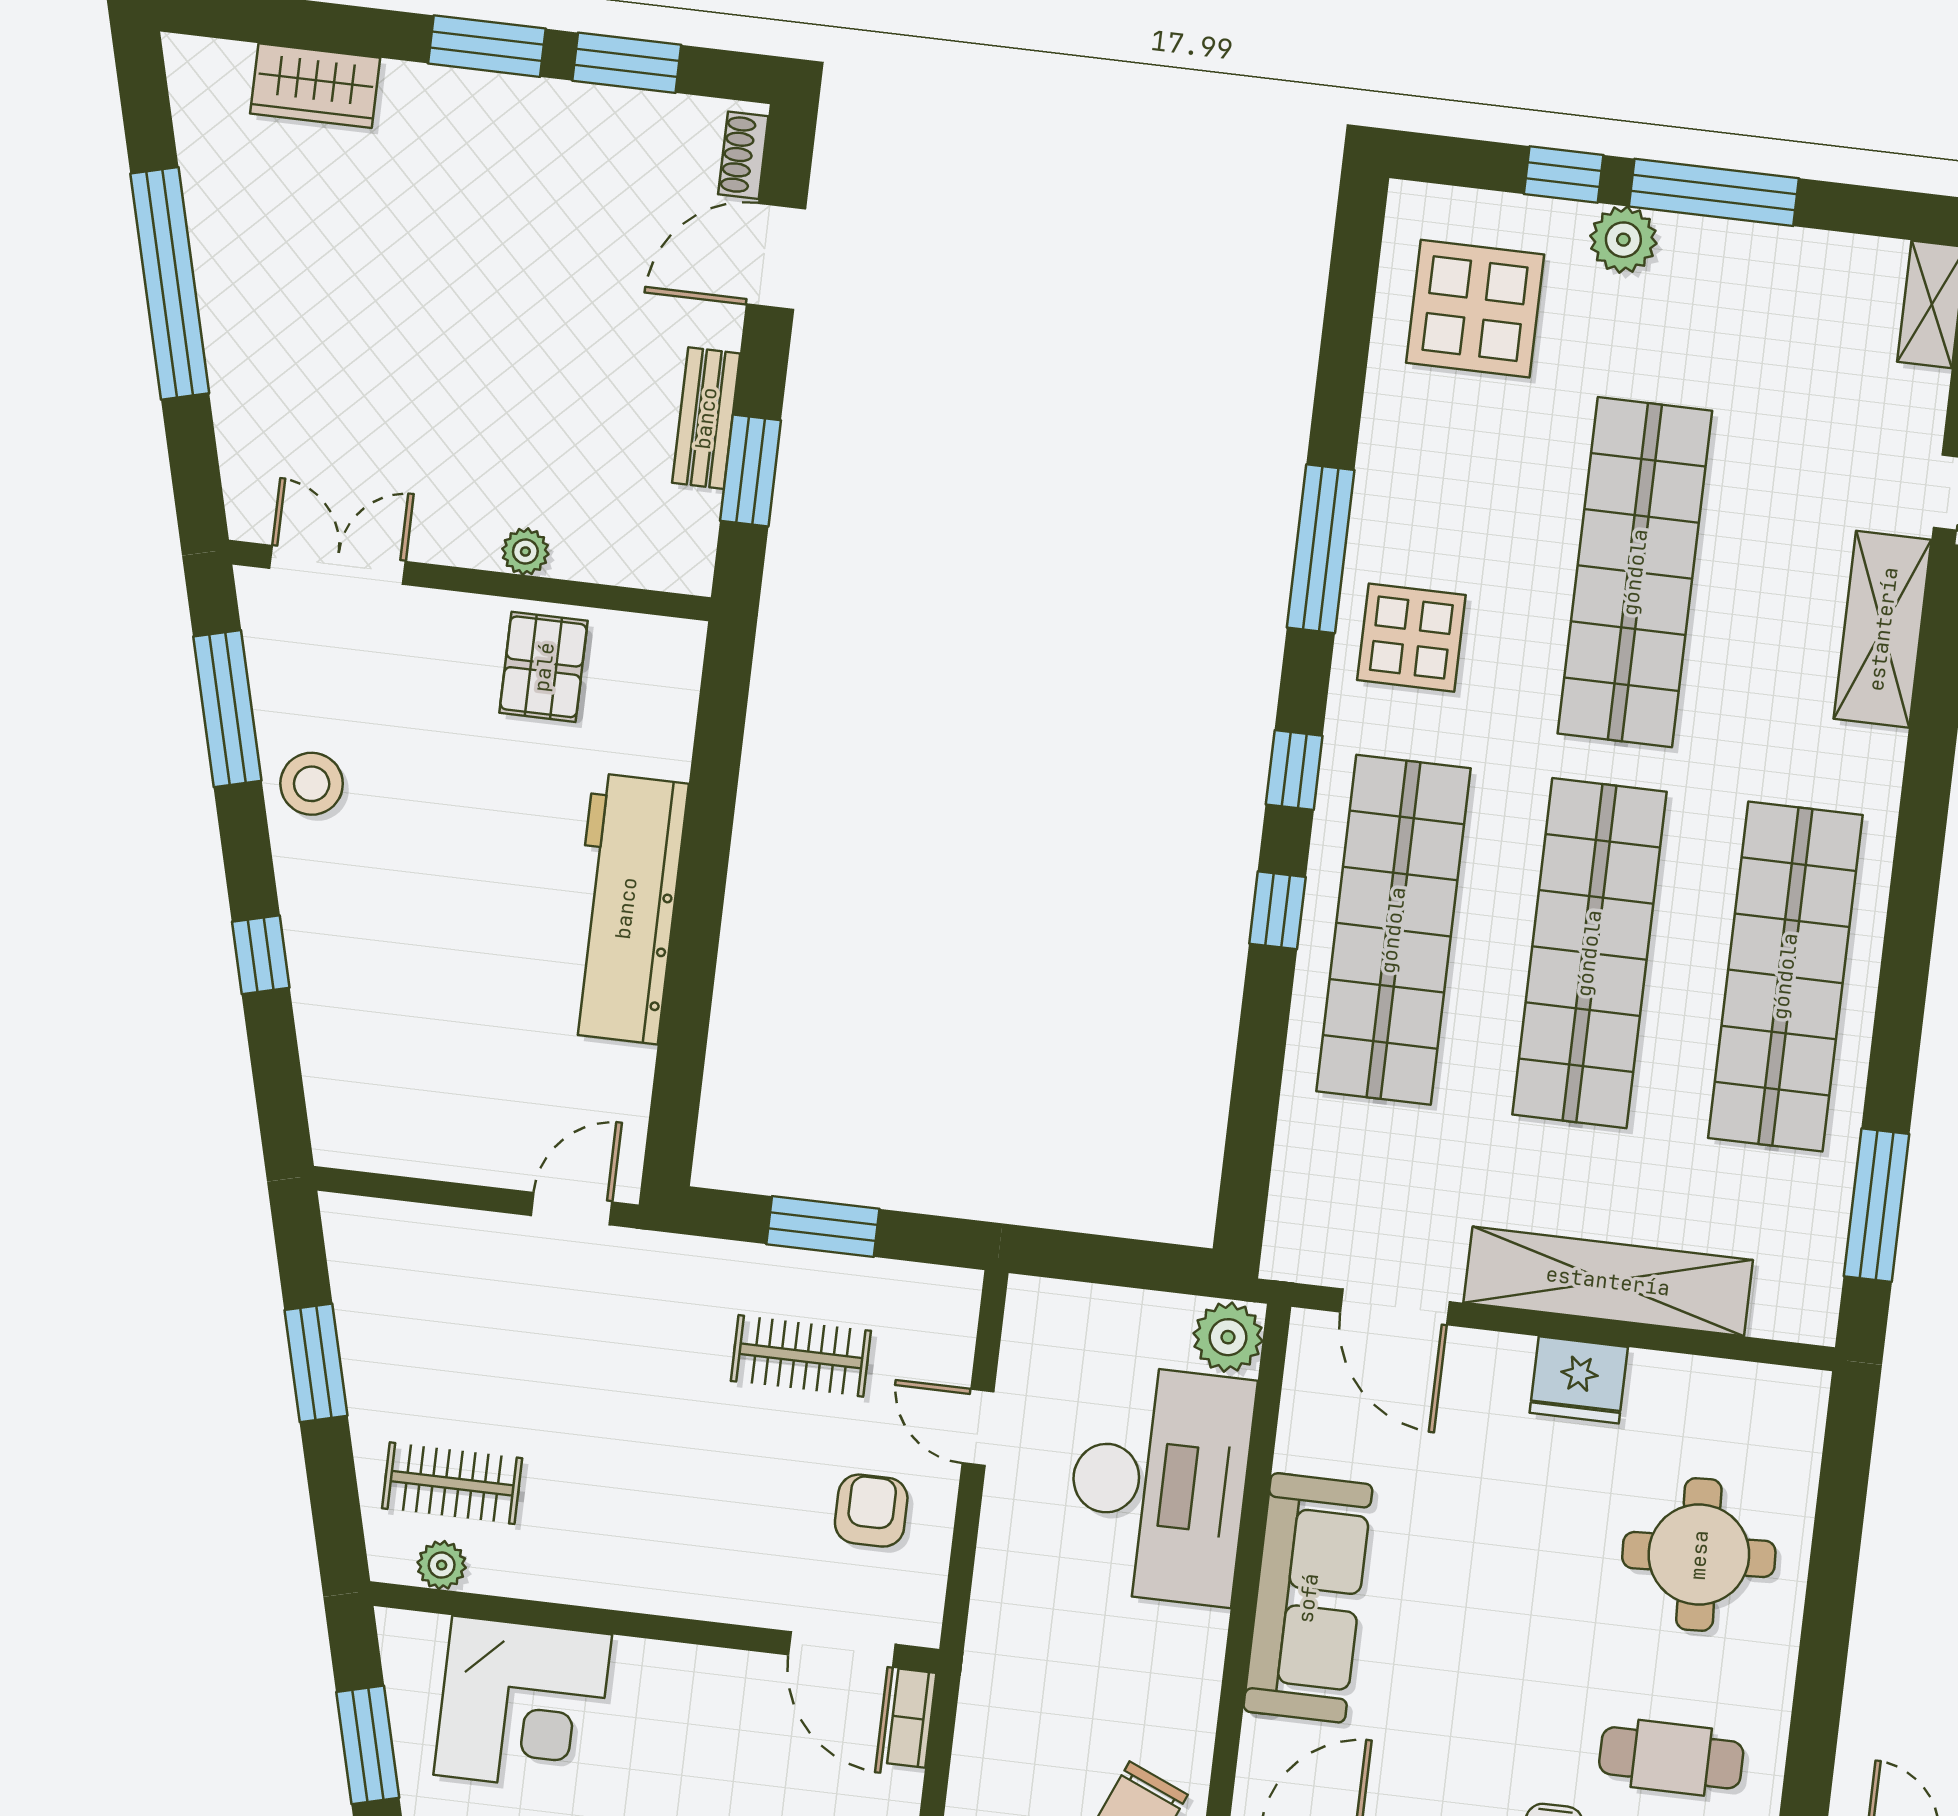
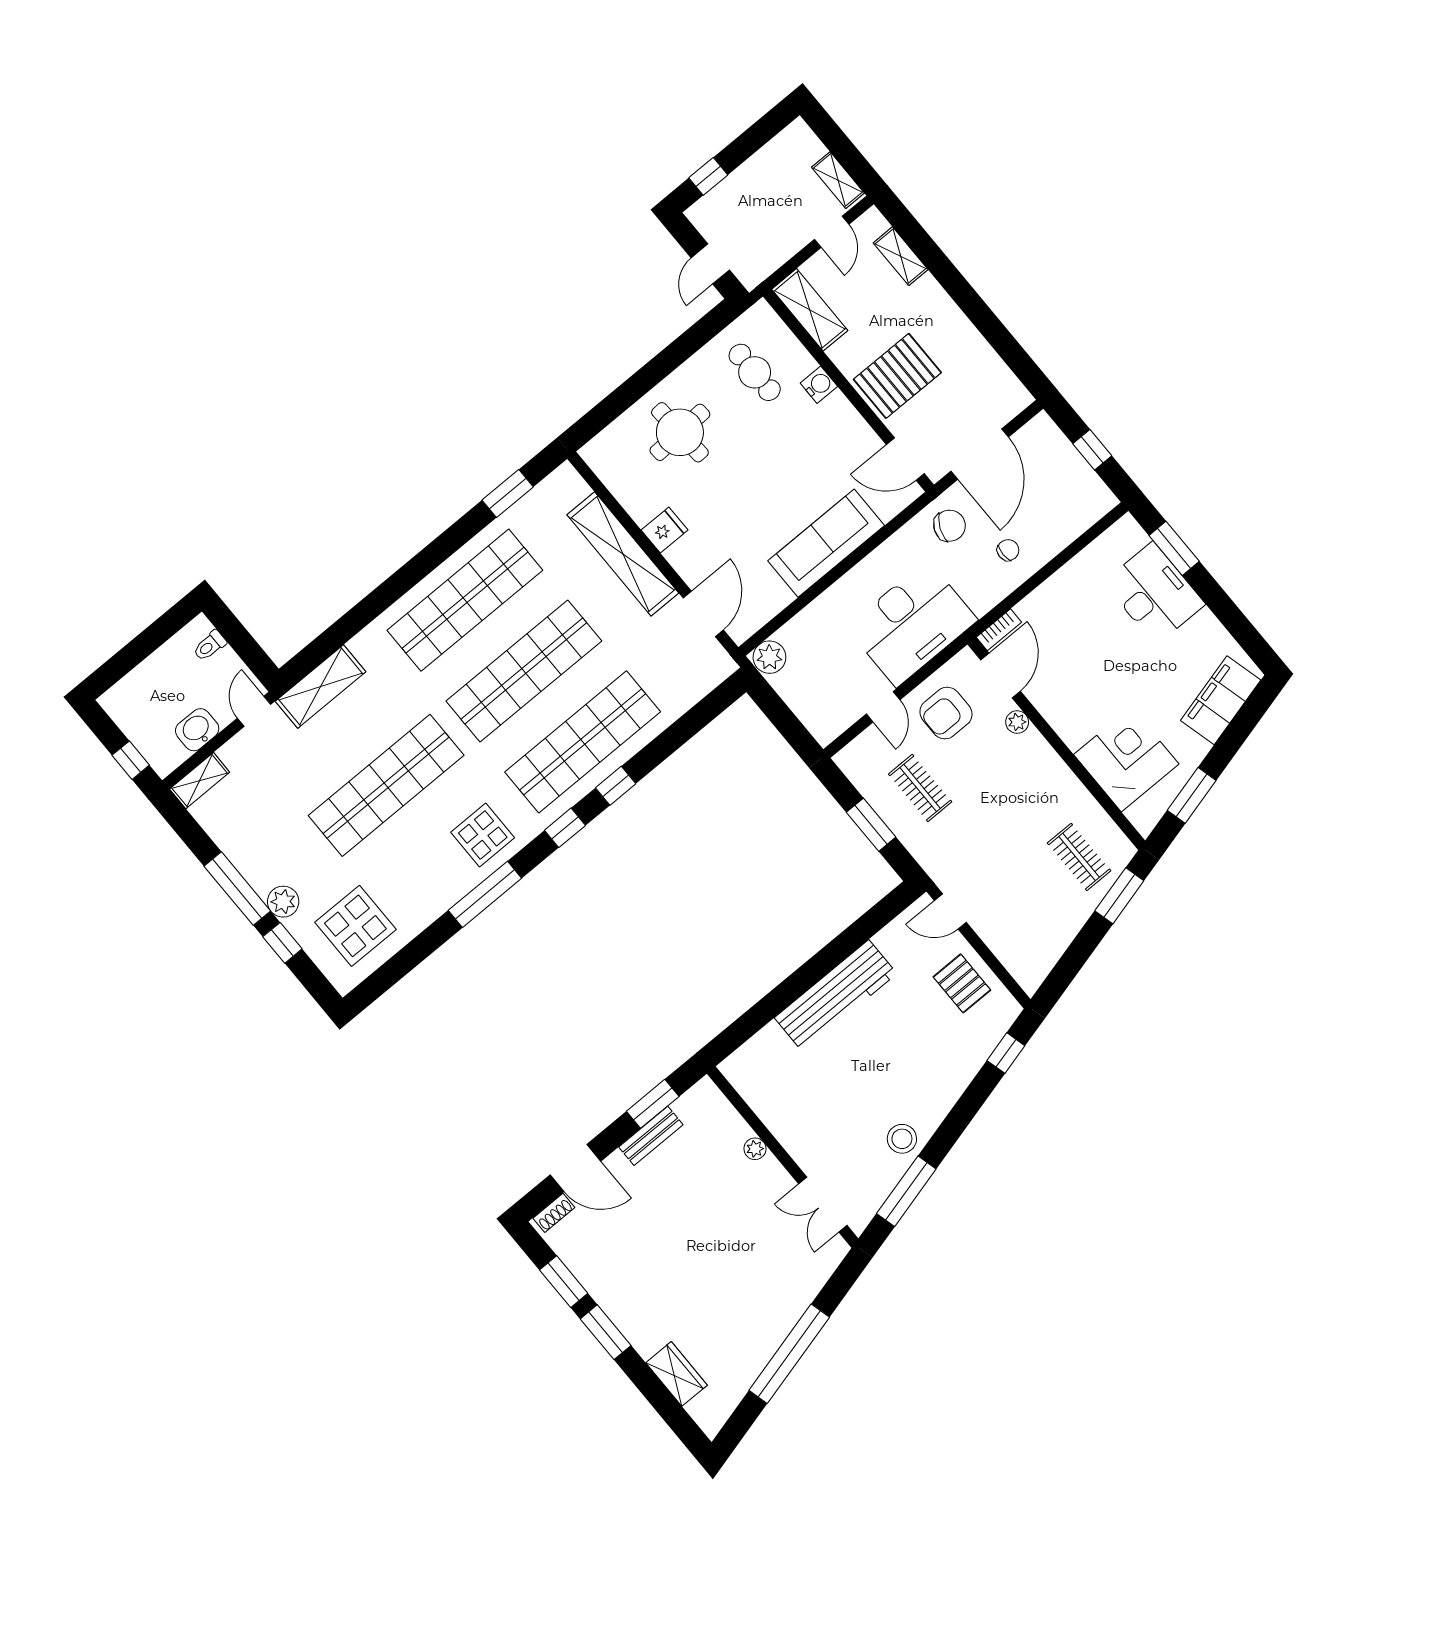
pallet: (544, 667) -> (962, 983), moved, turned 90
window: (261, 955) -> (1006, 1053), moved
window: (1877, 1205) -> (508, 494), width x0.69
window: (316, 1363) -> (1119, 896), moved
fridge: (1579, 1380) -> (664, 530), width x0.72
desk: (1159, 1484) -> (912, 624), moved, turned 180
armchair: (871, 1511) -> (946, 713), width x1.38, depth x1.38
plant: (442, 1565) -> (1017, 722), moved

